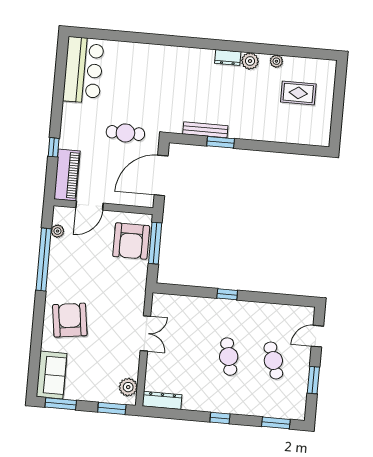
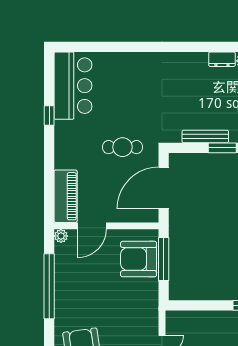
window: (54, 147) -> (49, 115), moved
plant: (58, 231) -> (61, 236), moved
armchair: (131, 241) -> (139, 259), turned 90

